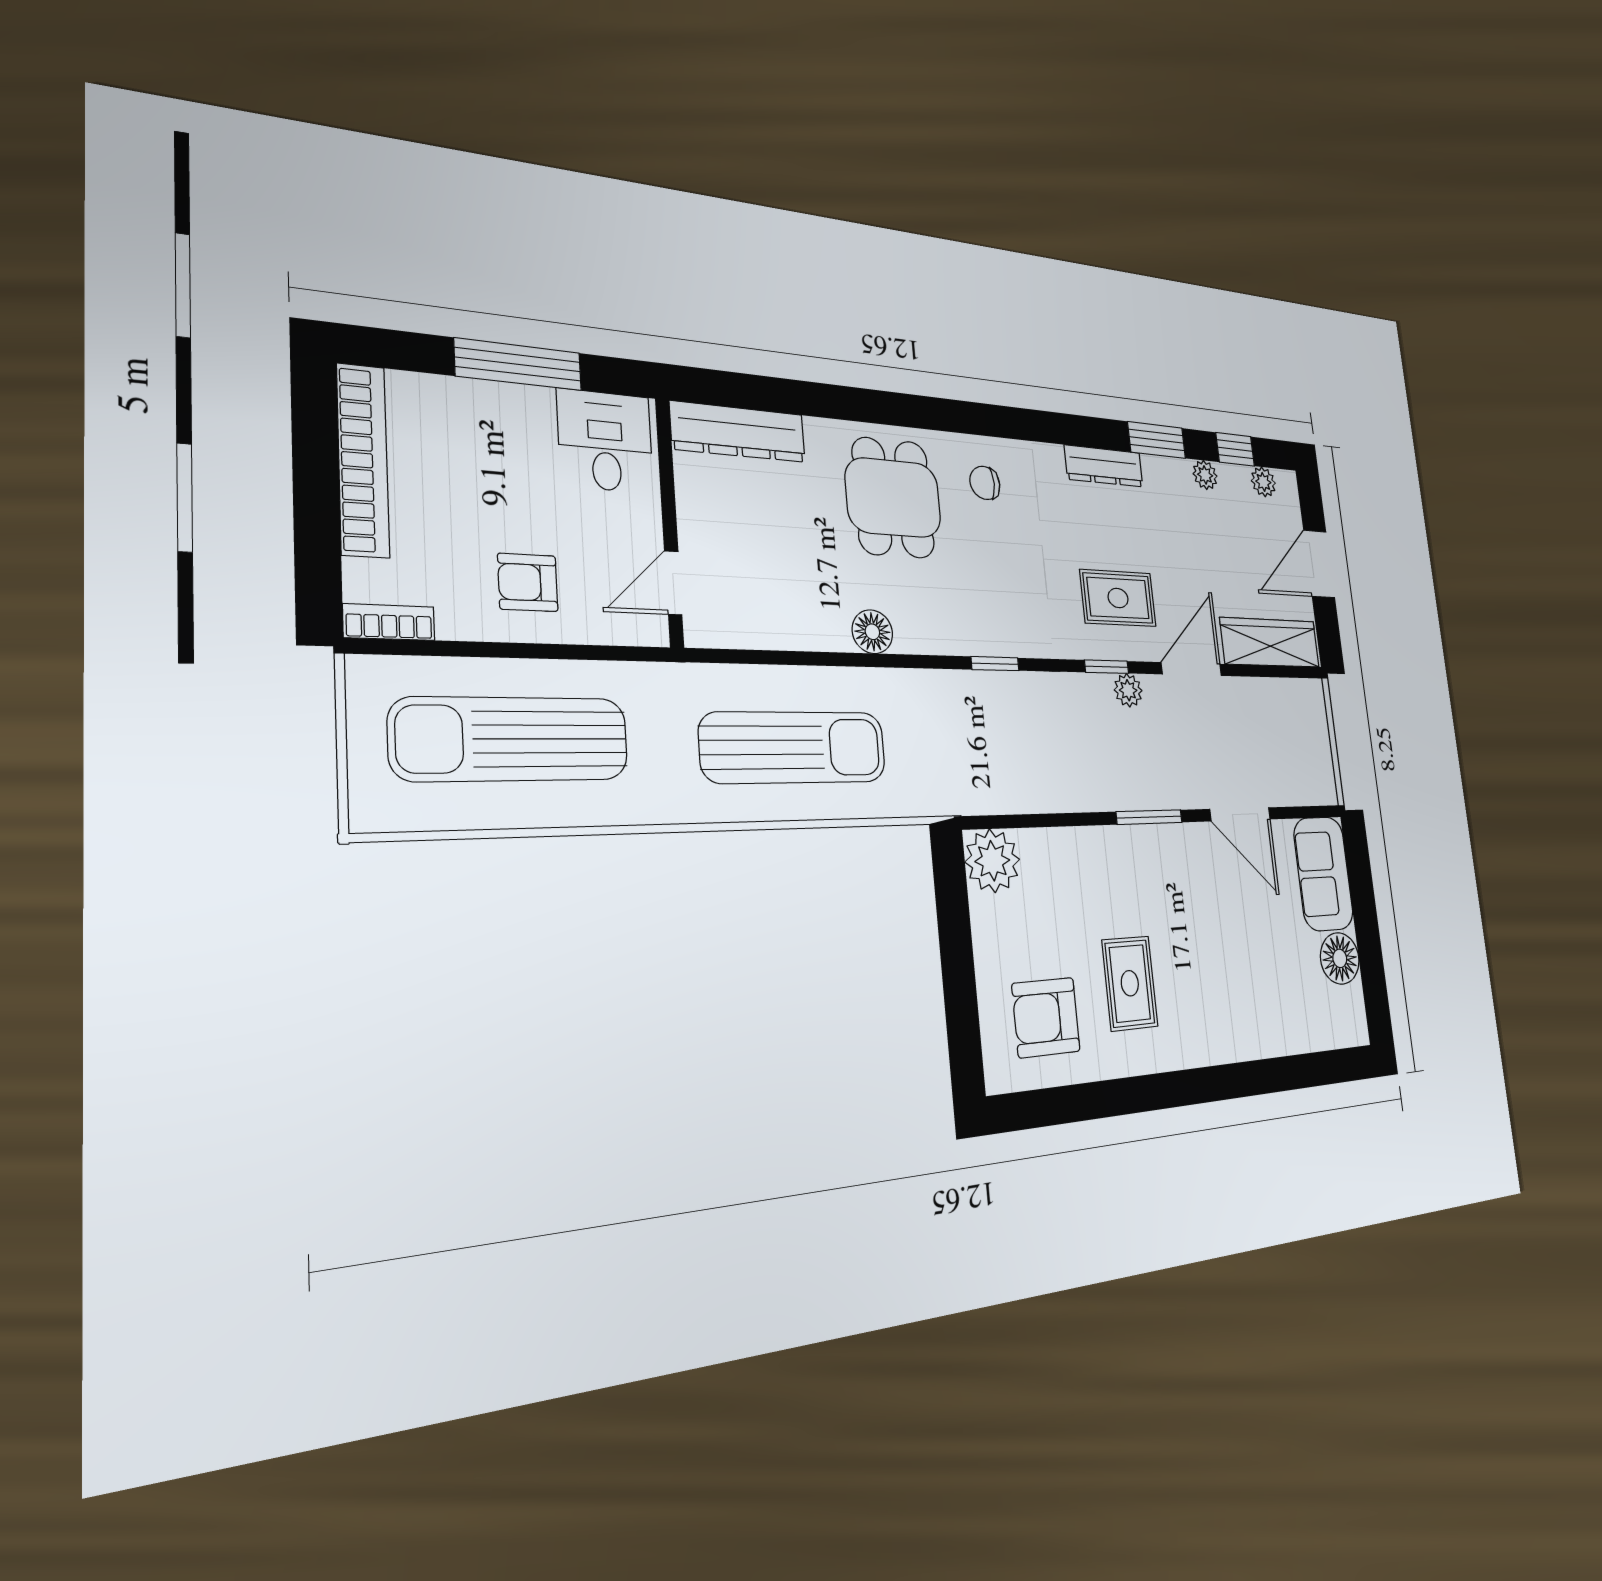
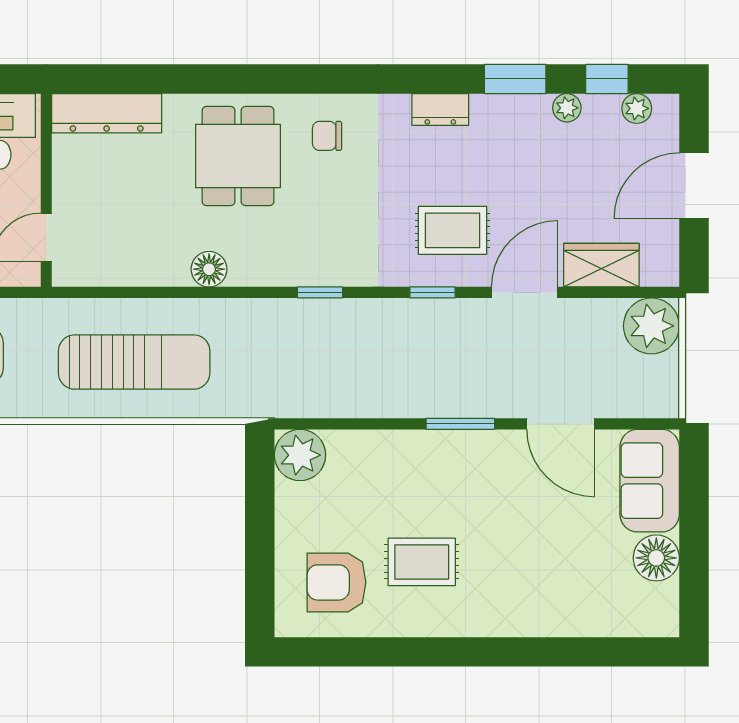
dresser: (1104, 466) -> (440, 110), width x0.70
wardrobe: (1270, 643) -> (601, 265), width x0.67
plant: (1128, 690) -> (651, 326), moved, width x1.88, depth x1.88
rug: (1130, 983) -> (422, 562), turned 90

